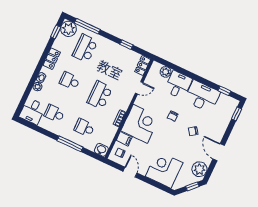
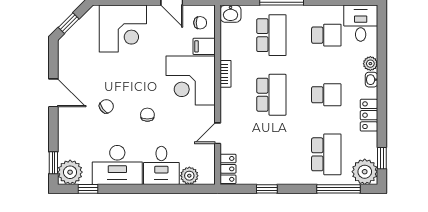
school desk: (84, 128) -> (271, 35), width x1.85
plant: (199, 169) -> (70, 172), moved

